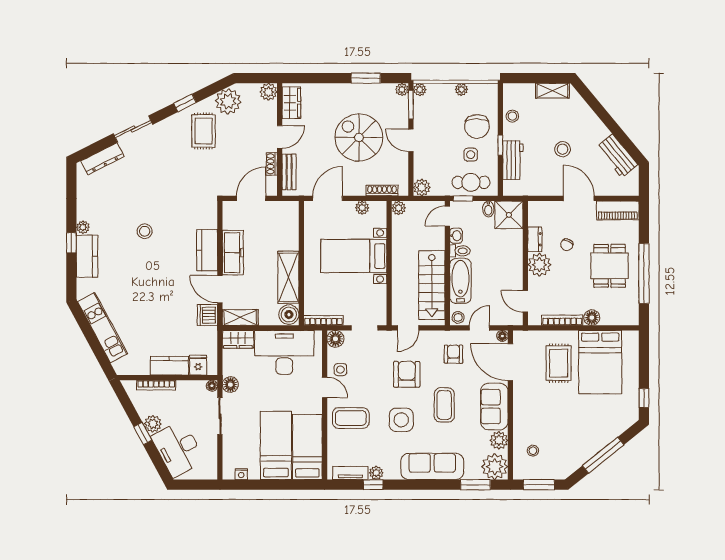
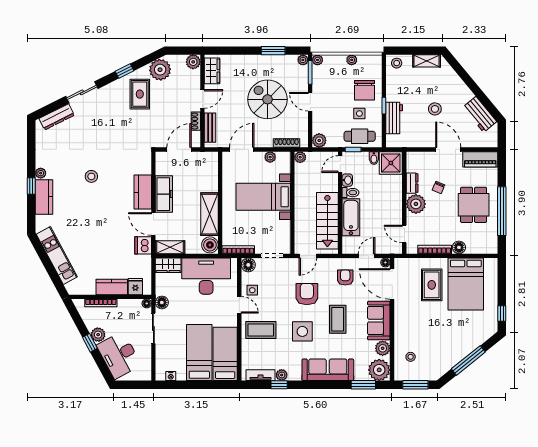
stool: (512, 116) -> (397, 63), moved
stool: (458, 317) -> (349, 247), removed

